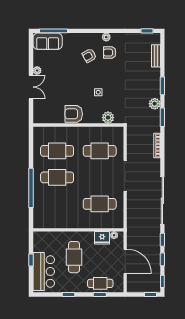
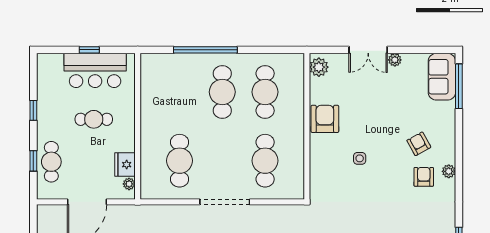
plant: (108, 118) -> (319, 67), moved
cafe table: (74, 257) -> (94, 119), width x0.73, depth x0.74
bar counter: (44, 271) -> (95, 70), moved

